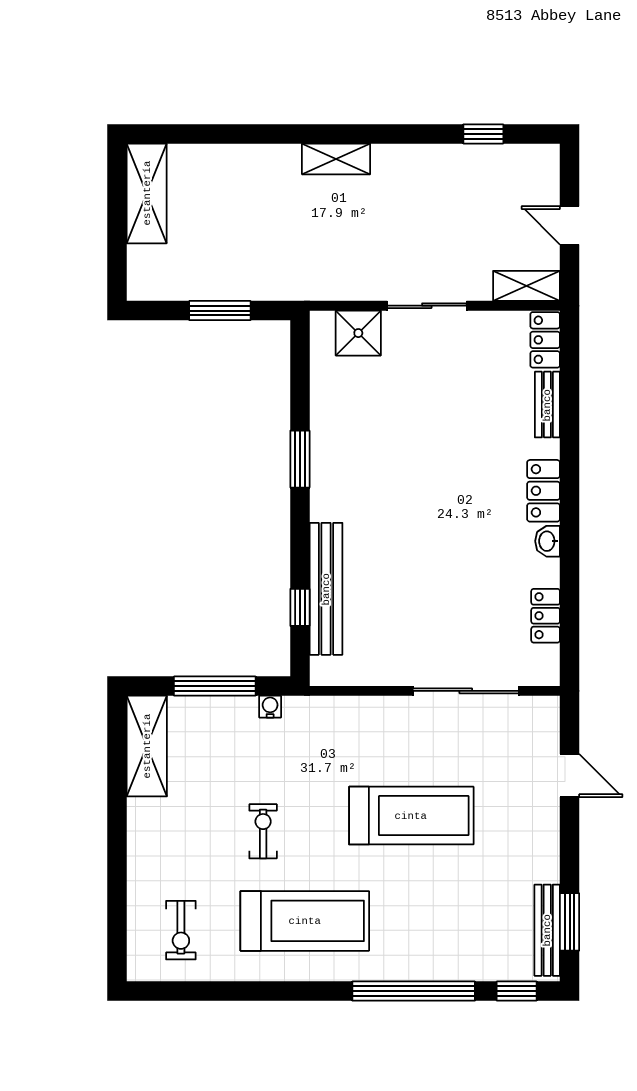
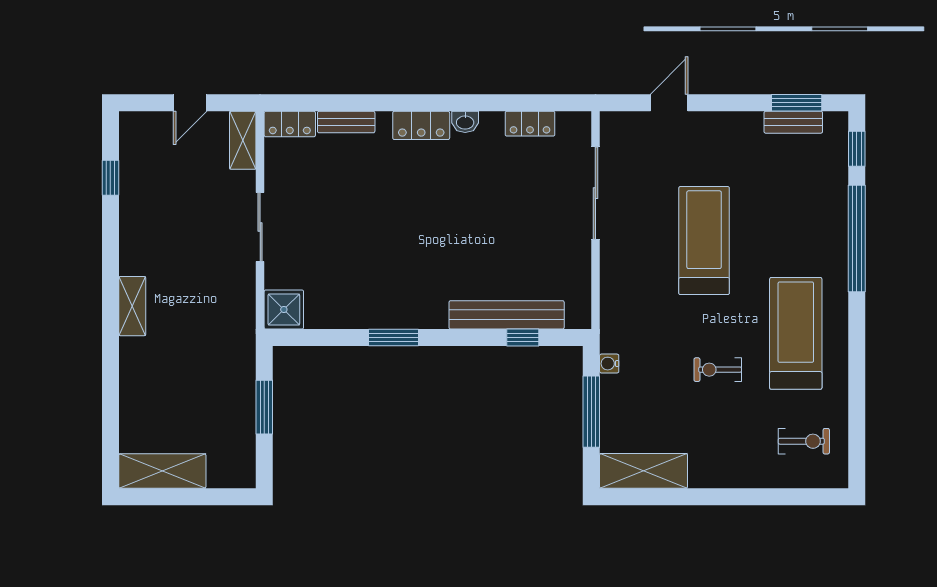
shower: (358, 333) -> (284, 310), moved
bench: (547, 930) -> (793, 122), width x0.73

